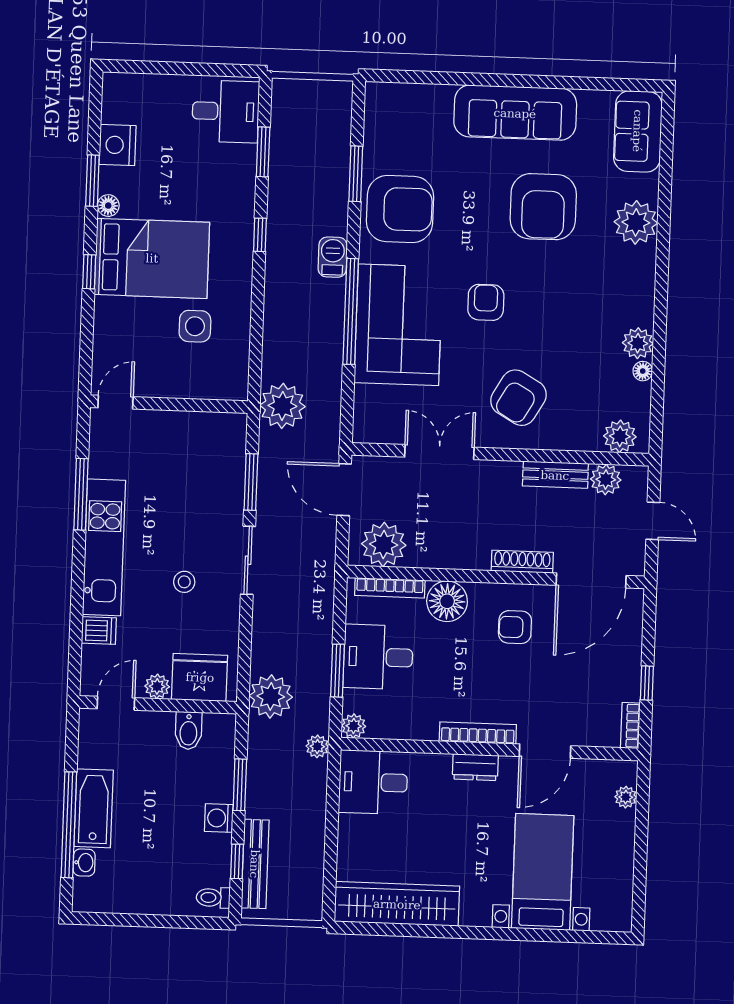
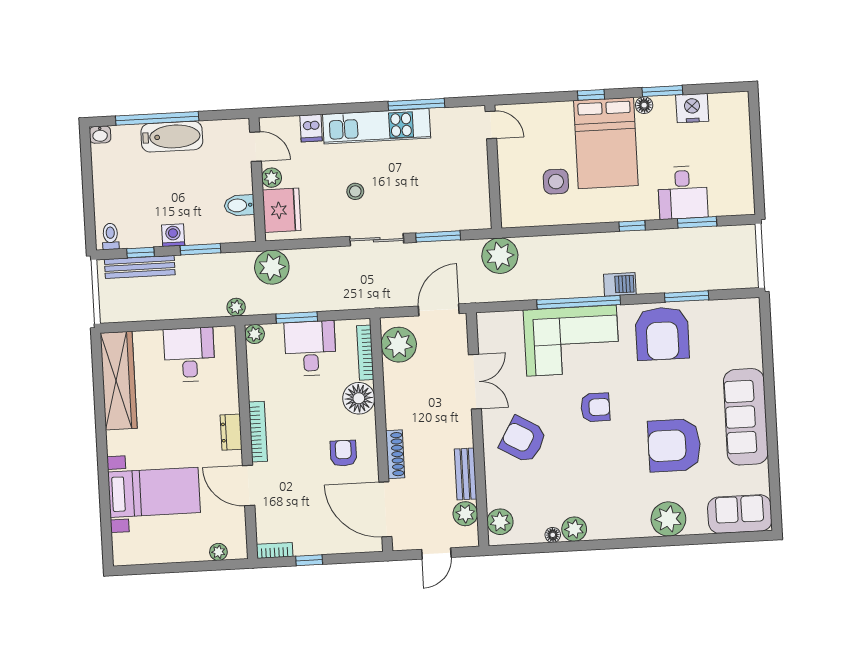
desk: (226, 111) -> (683, 193), moved
desk: (373, 782) -> (189, 355), moved
washbasin: (84, 863) -> (100, 135), moved

